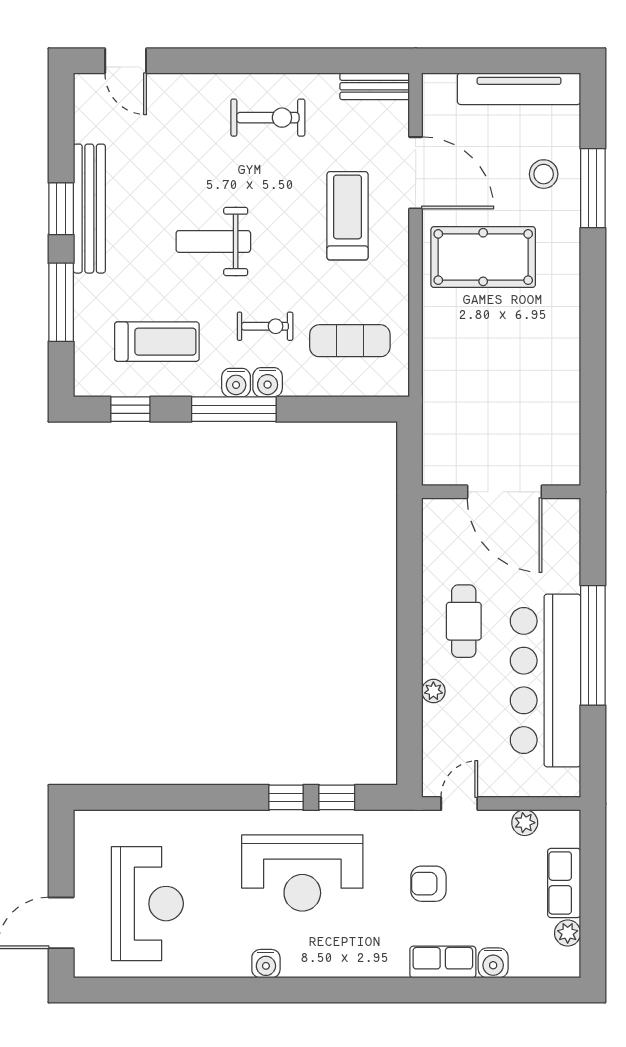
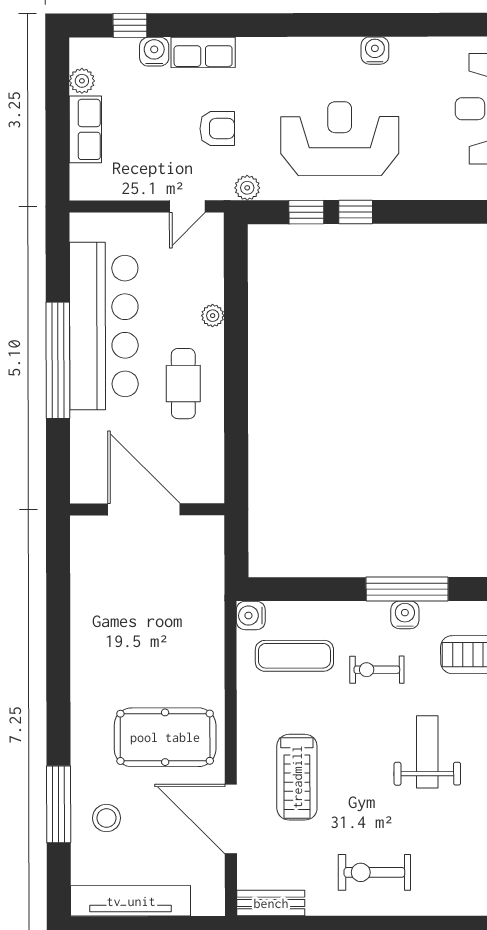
weight bench: (213, 241) -> (427, 752), turned -90
water cooler: (268, 382) -> (251, 616), moved, turned -90
plant: (525, 823) -> (247, 188), moved
window: (518, 990) -> (130, 25), added

